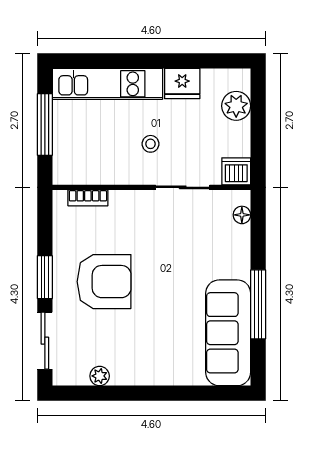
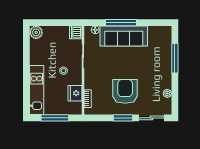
fridge: (182, 83) -> (75, 93), moved, turned 180
plant: (236, 106) -> (36, 32), moved
window: (258, 304) -> (121, 23), moved
sofa: (228, 333) -> (124, 36), moved
window: (179, 393) -> (175, 58), added

